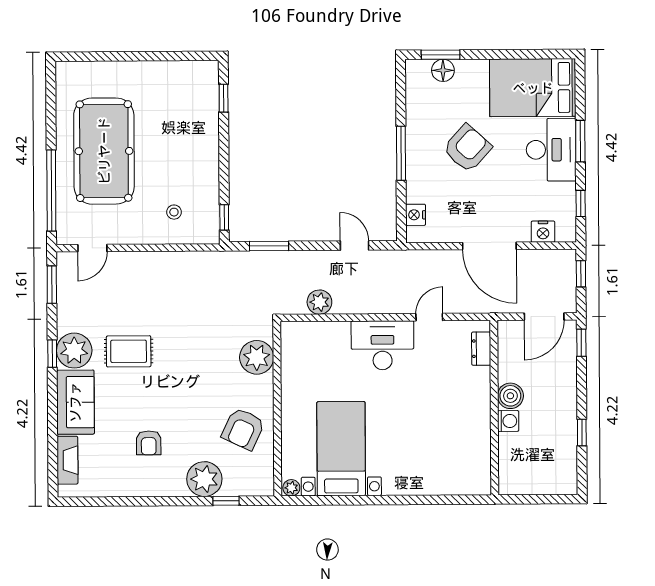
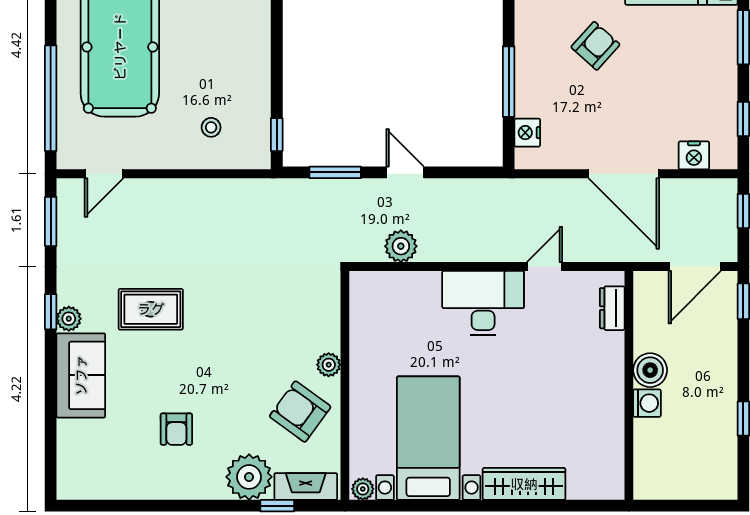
armchair: (467, 148) -> (595, 46), width x0.72, depth x0.72
desk: (551, 150) -> (705, 48), removed
window: (401, 153) -> (509, 82), moved
door: (354, 246) -> (405, 172), moved
plant: (74, 351) -> (69, 319), width x0.53, depth x0.53
plant: (257, 357) -> (329, 365), moved, width x0.53, depth x0.53
armchair: (243, 429) -> (300, 412), turned 101
fireplace: (67, 460) -> (306, 486), moved, turned -90
wardrobe: (415, 483) -> (524, 484), added

